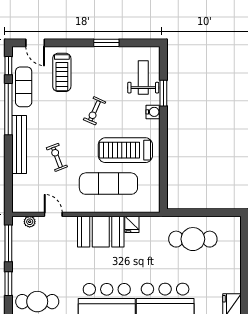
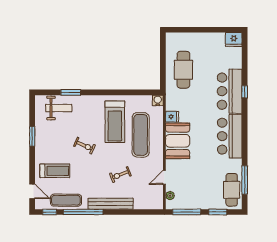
door: (35, 43) -> (32, 191), hinge flipped
weight bench: (143, 77) -> (59, 108), turned 180
water cooler: (153, 112) -> (158, 100), moved

